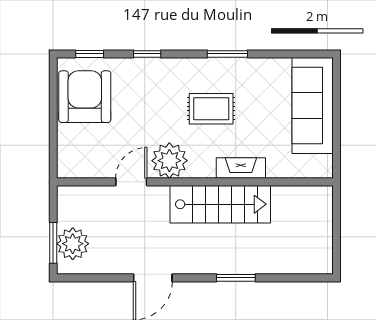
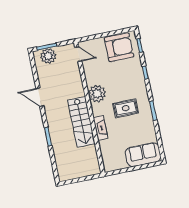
sofa: (313, 105) -> (143, 155), width x0.73
rug: (211, 109) -> (126, 108), turned 90
door: (131, 182) -> (78, 54), moved

